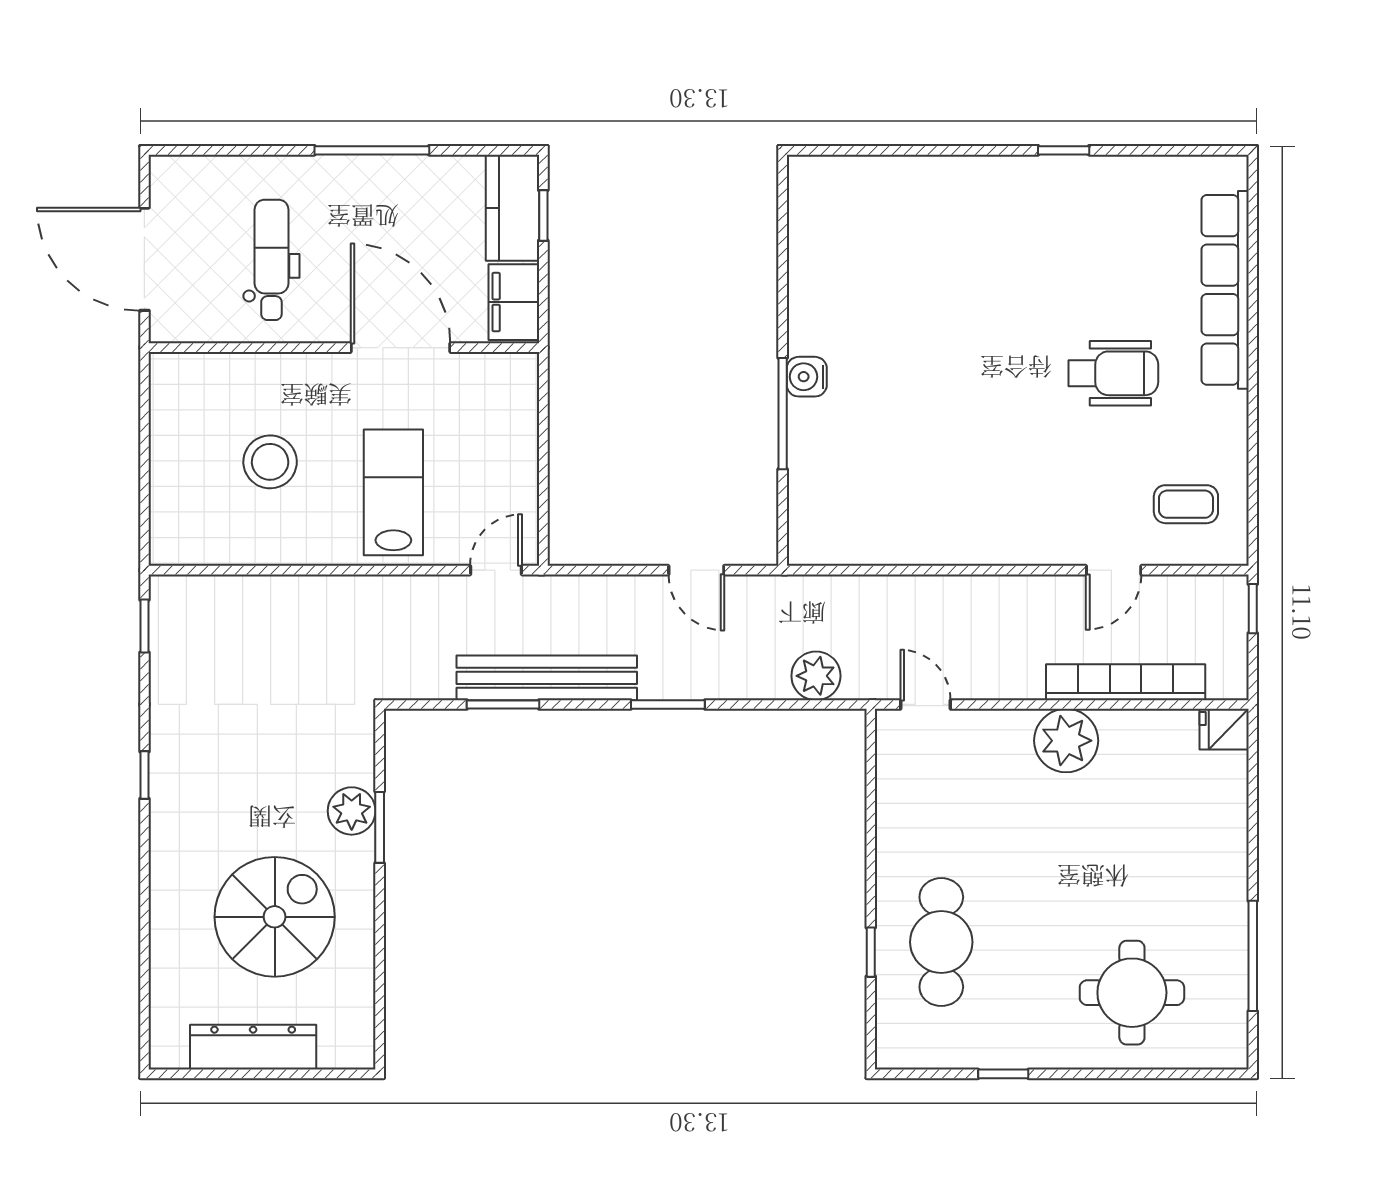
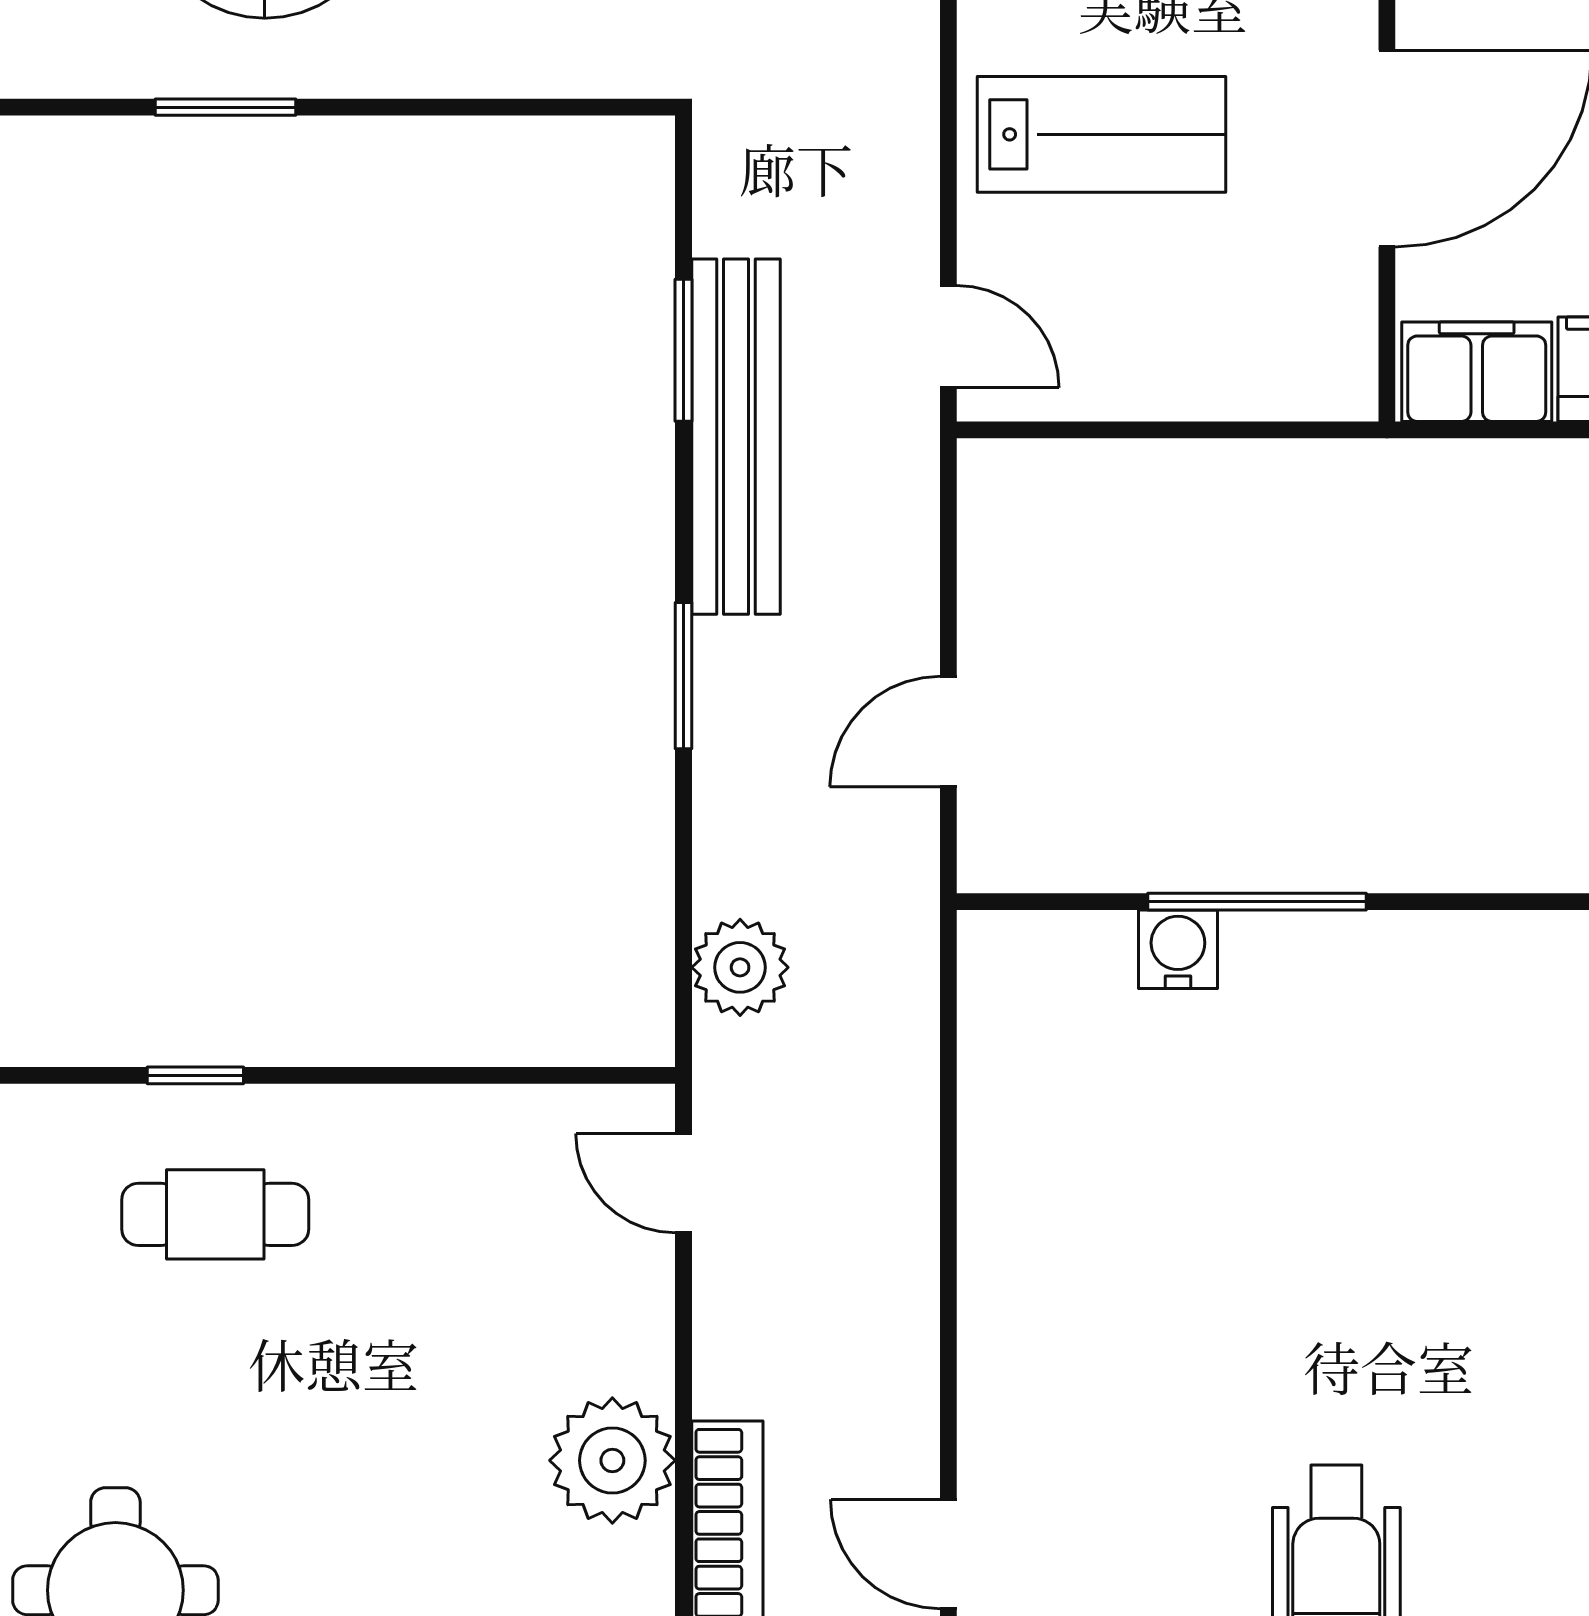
water cooler: (807, 377) -> (1178, 949), moved
door: (925, 704) -> (684, 1183), swing flipped
plant: (352, 811) -> (474, 52), removed
window: (380, 827) -> (226, 107), moved
cafe table: (941, 942) -> (215, 1214), width x0.73, depth x0.74

